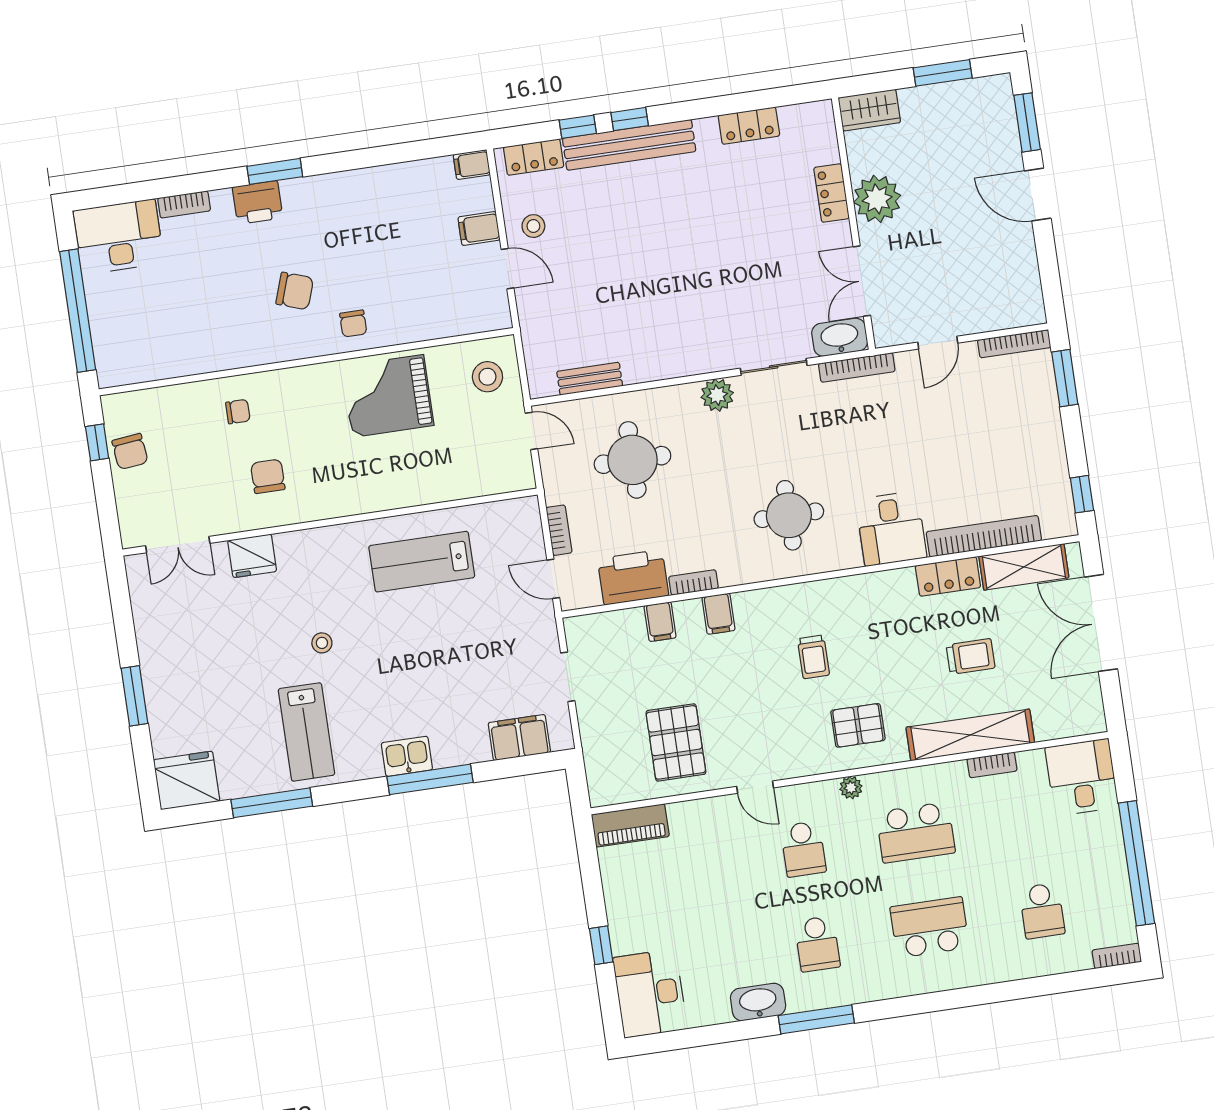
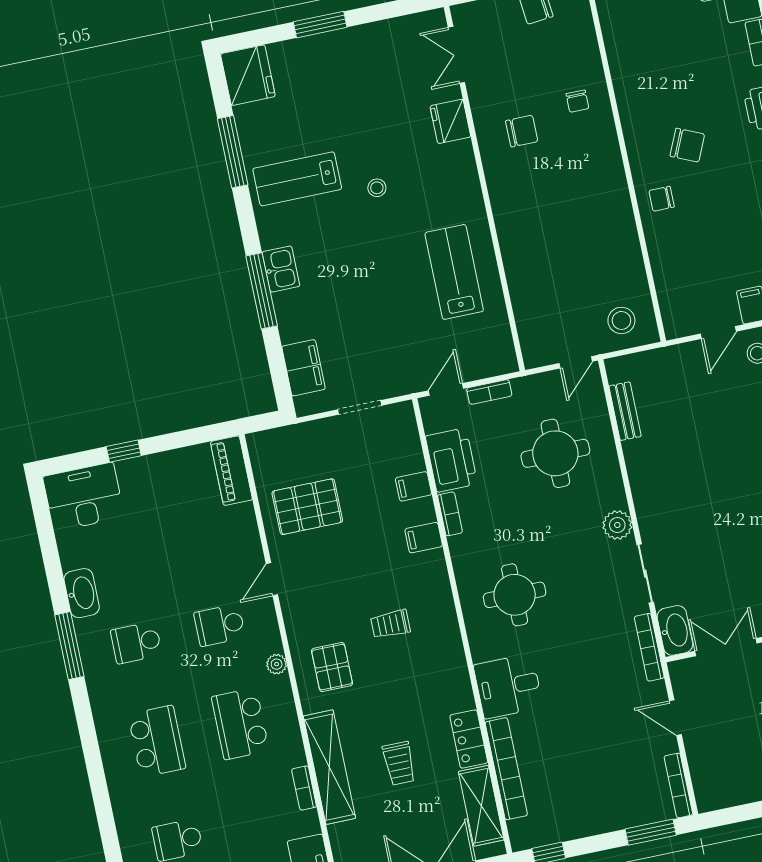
chair: (295, 291) -> (687, 145), turned -85
grand piano: (388, 396) -> (599, 233), removed

